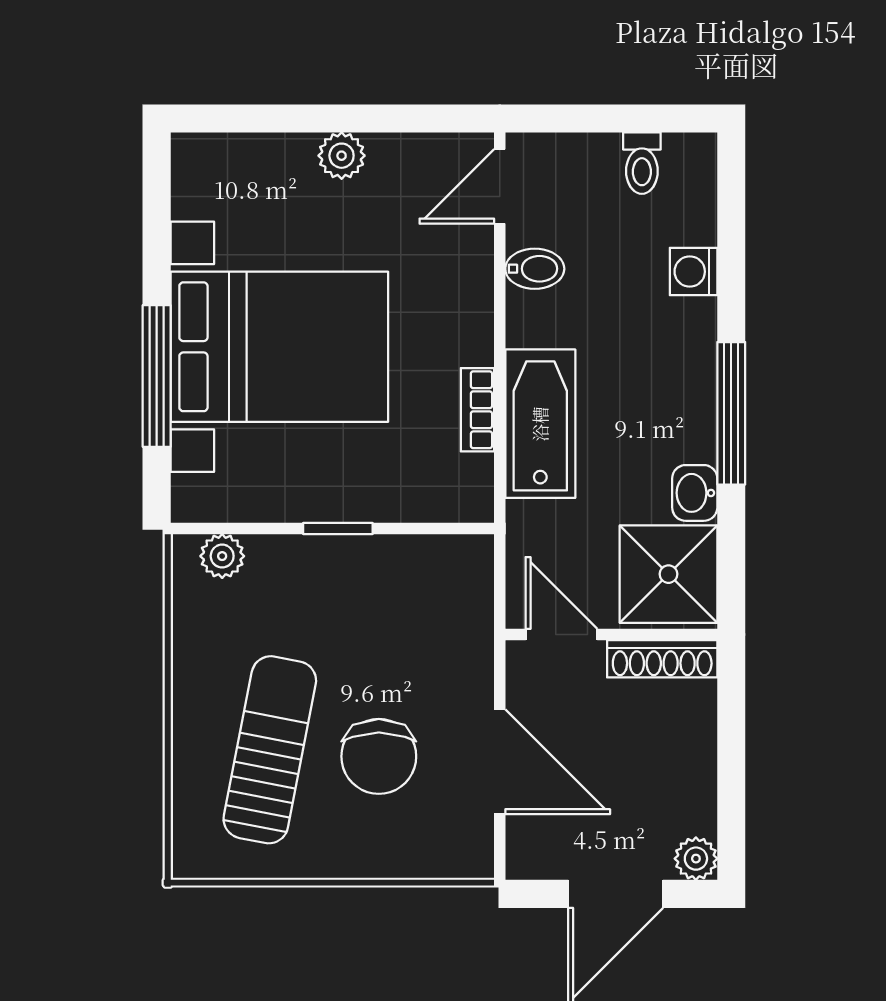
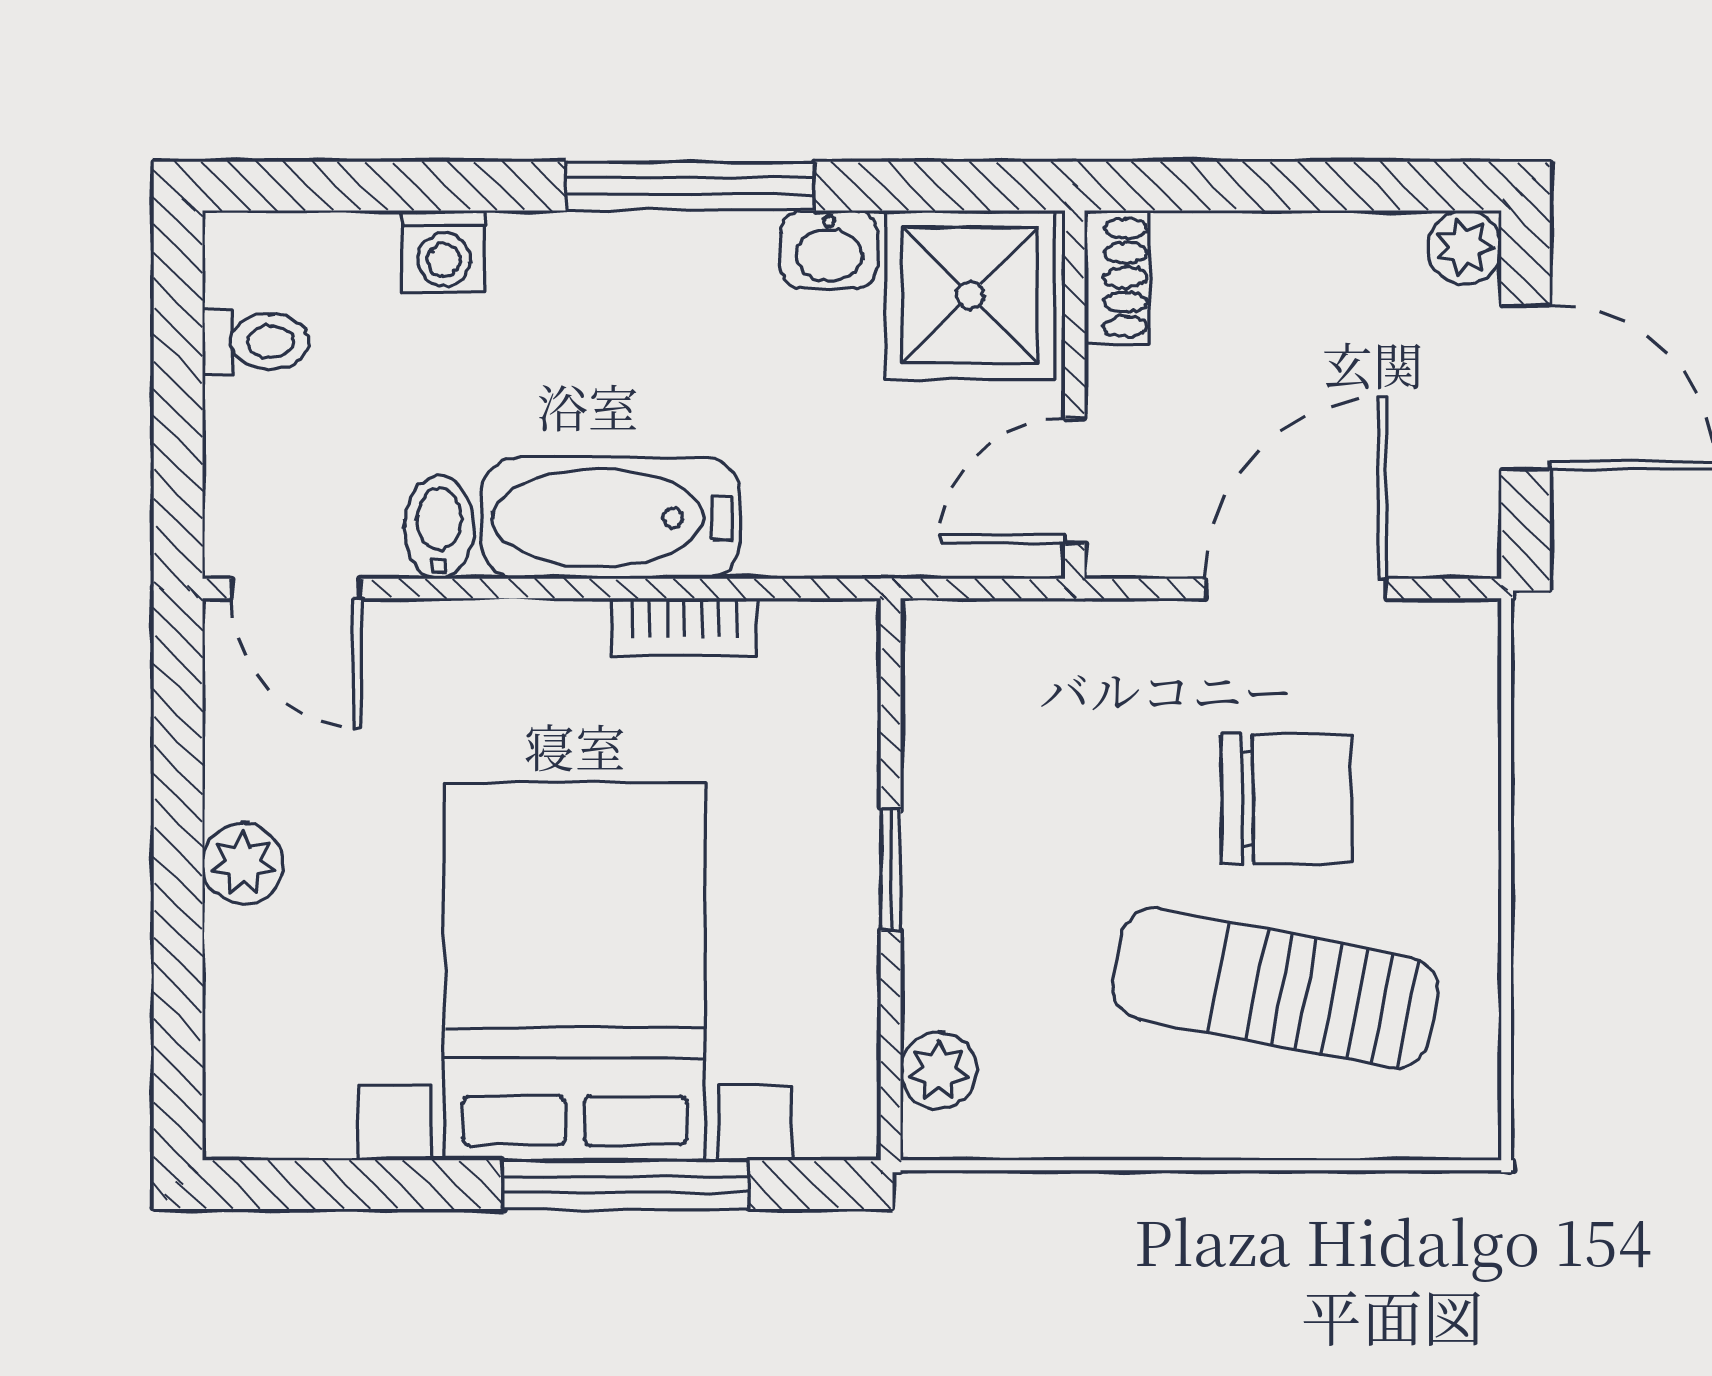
bathtub: (540, 424) -> (611, 518), moved
shoe rack: (662, 659) -> (1117, 277), width x0.70

